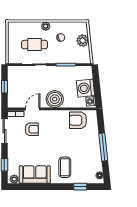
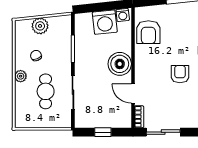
armchair: (32, 129) -> (180, 74), moved

